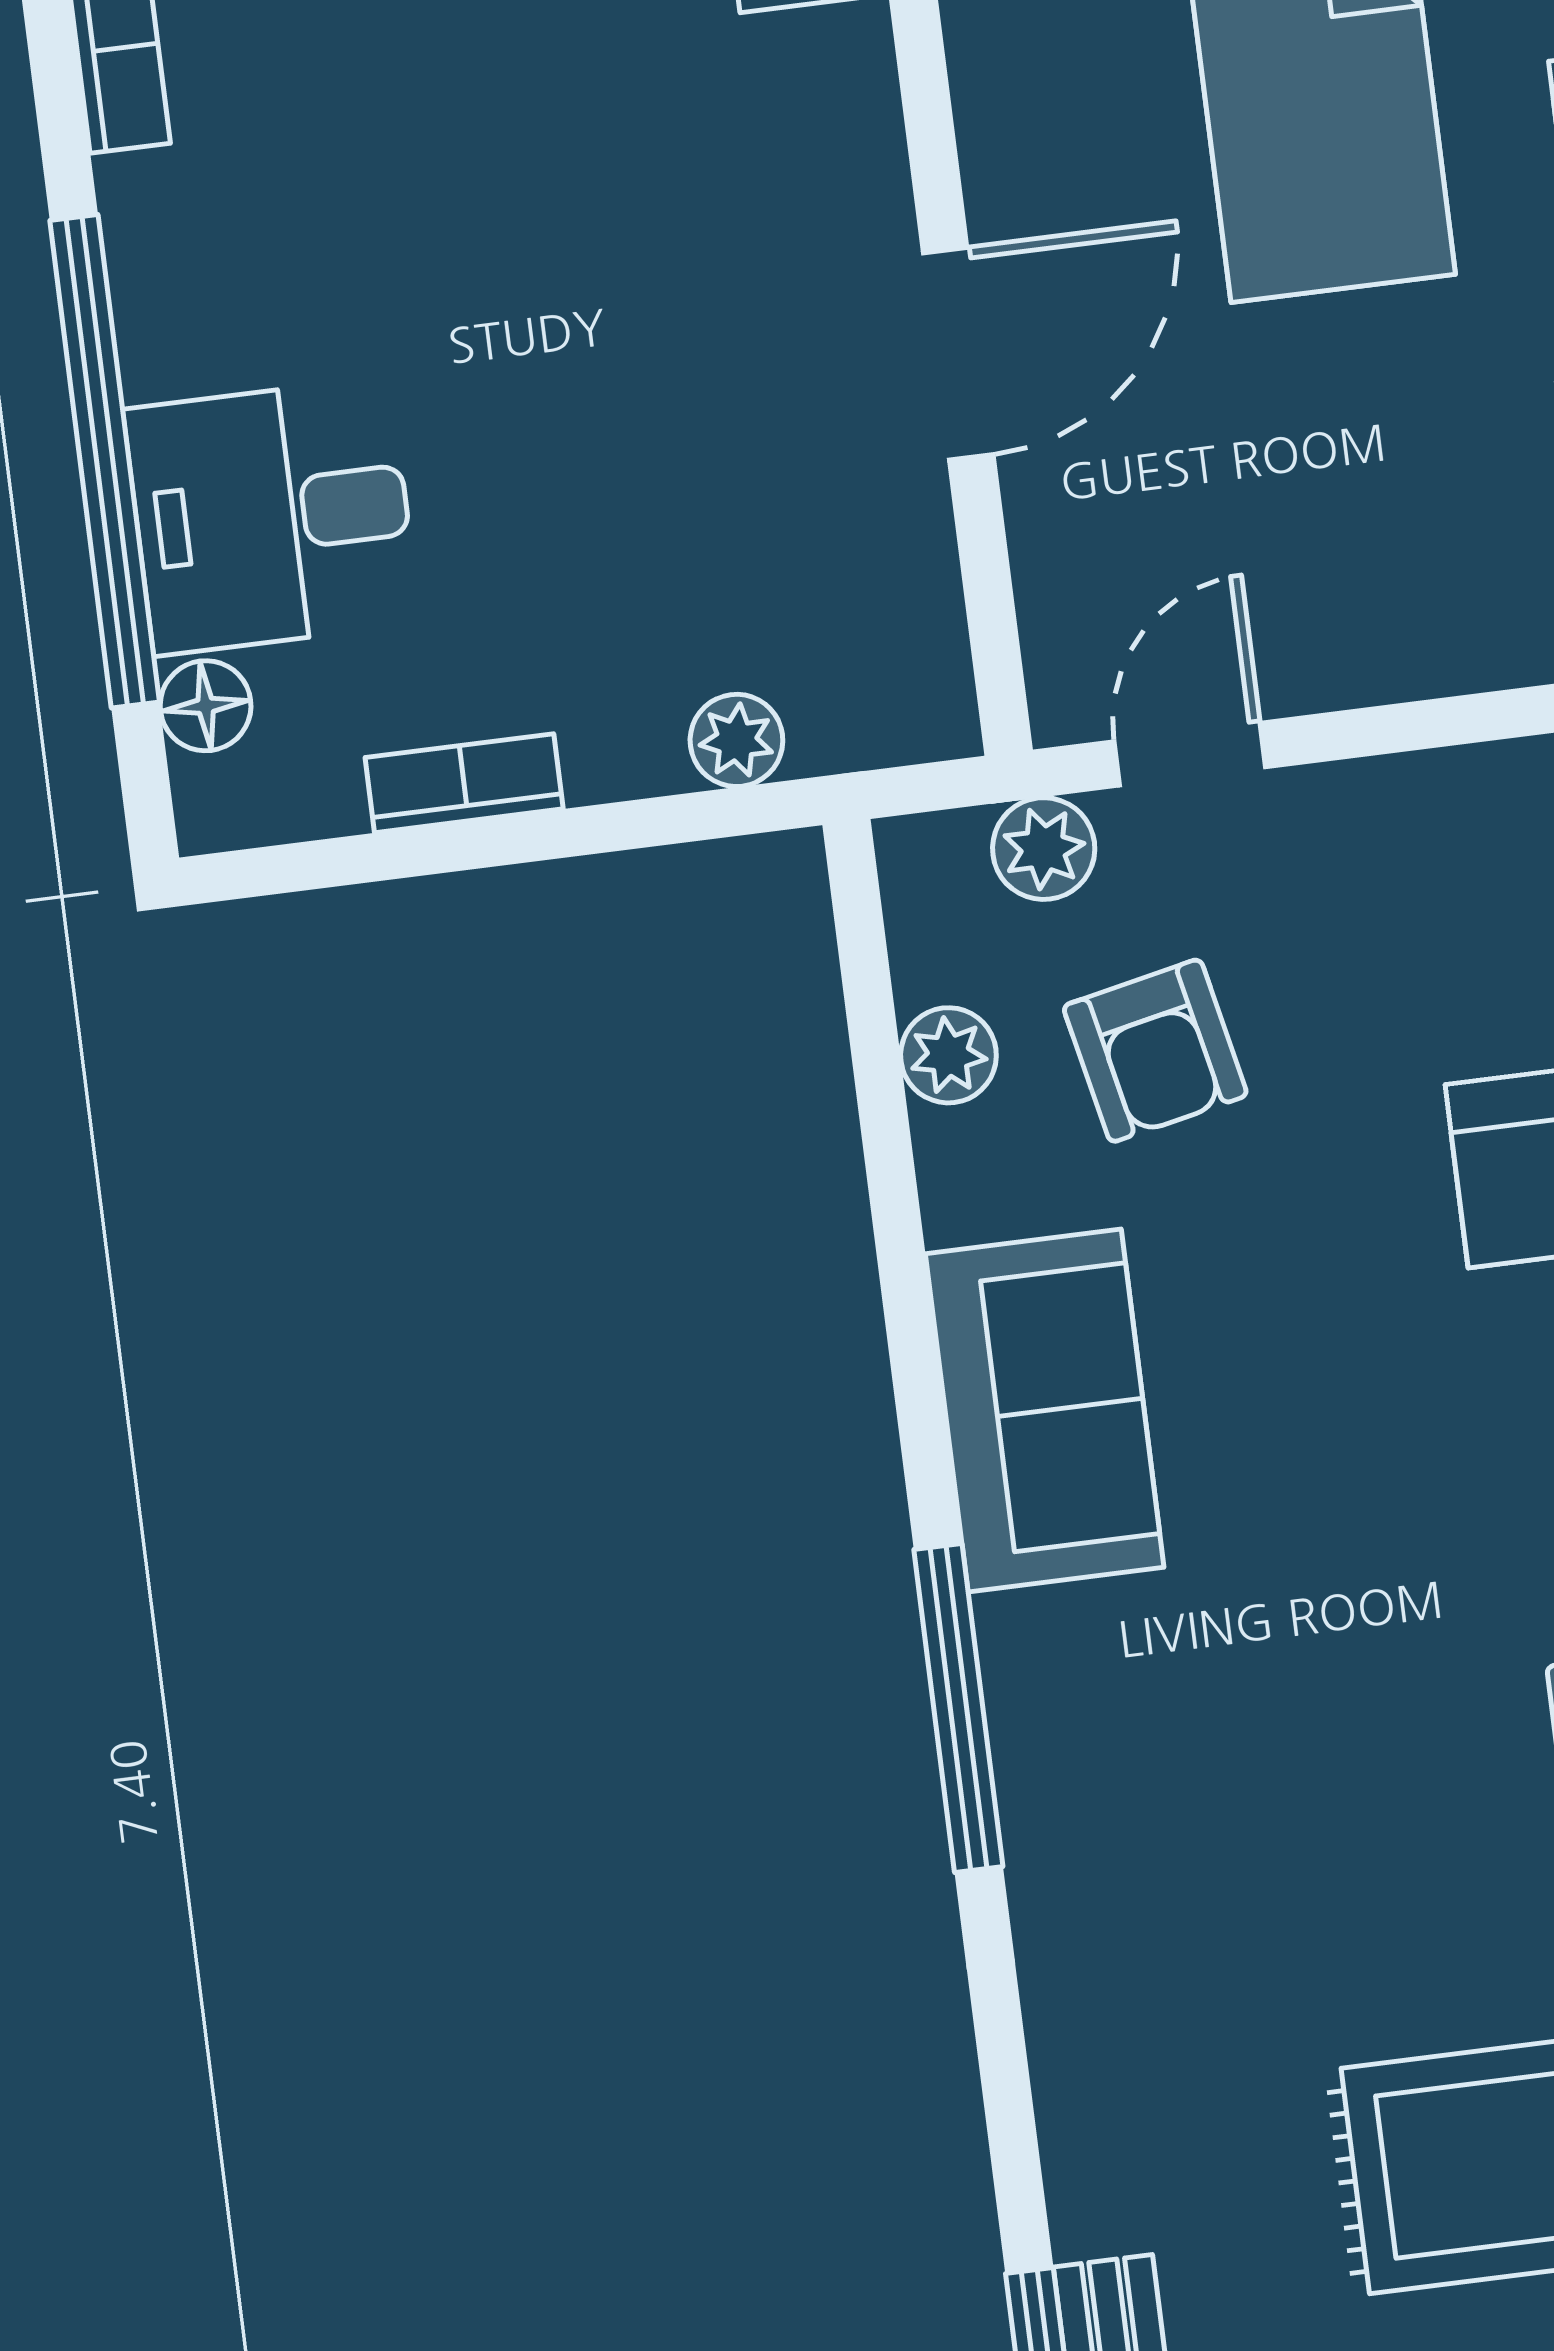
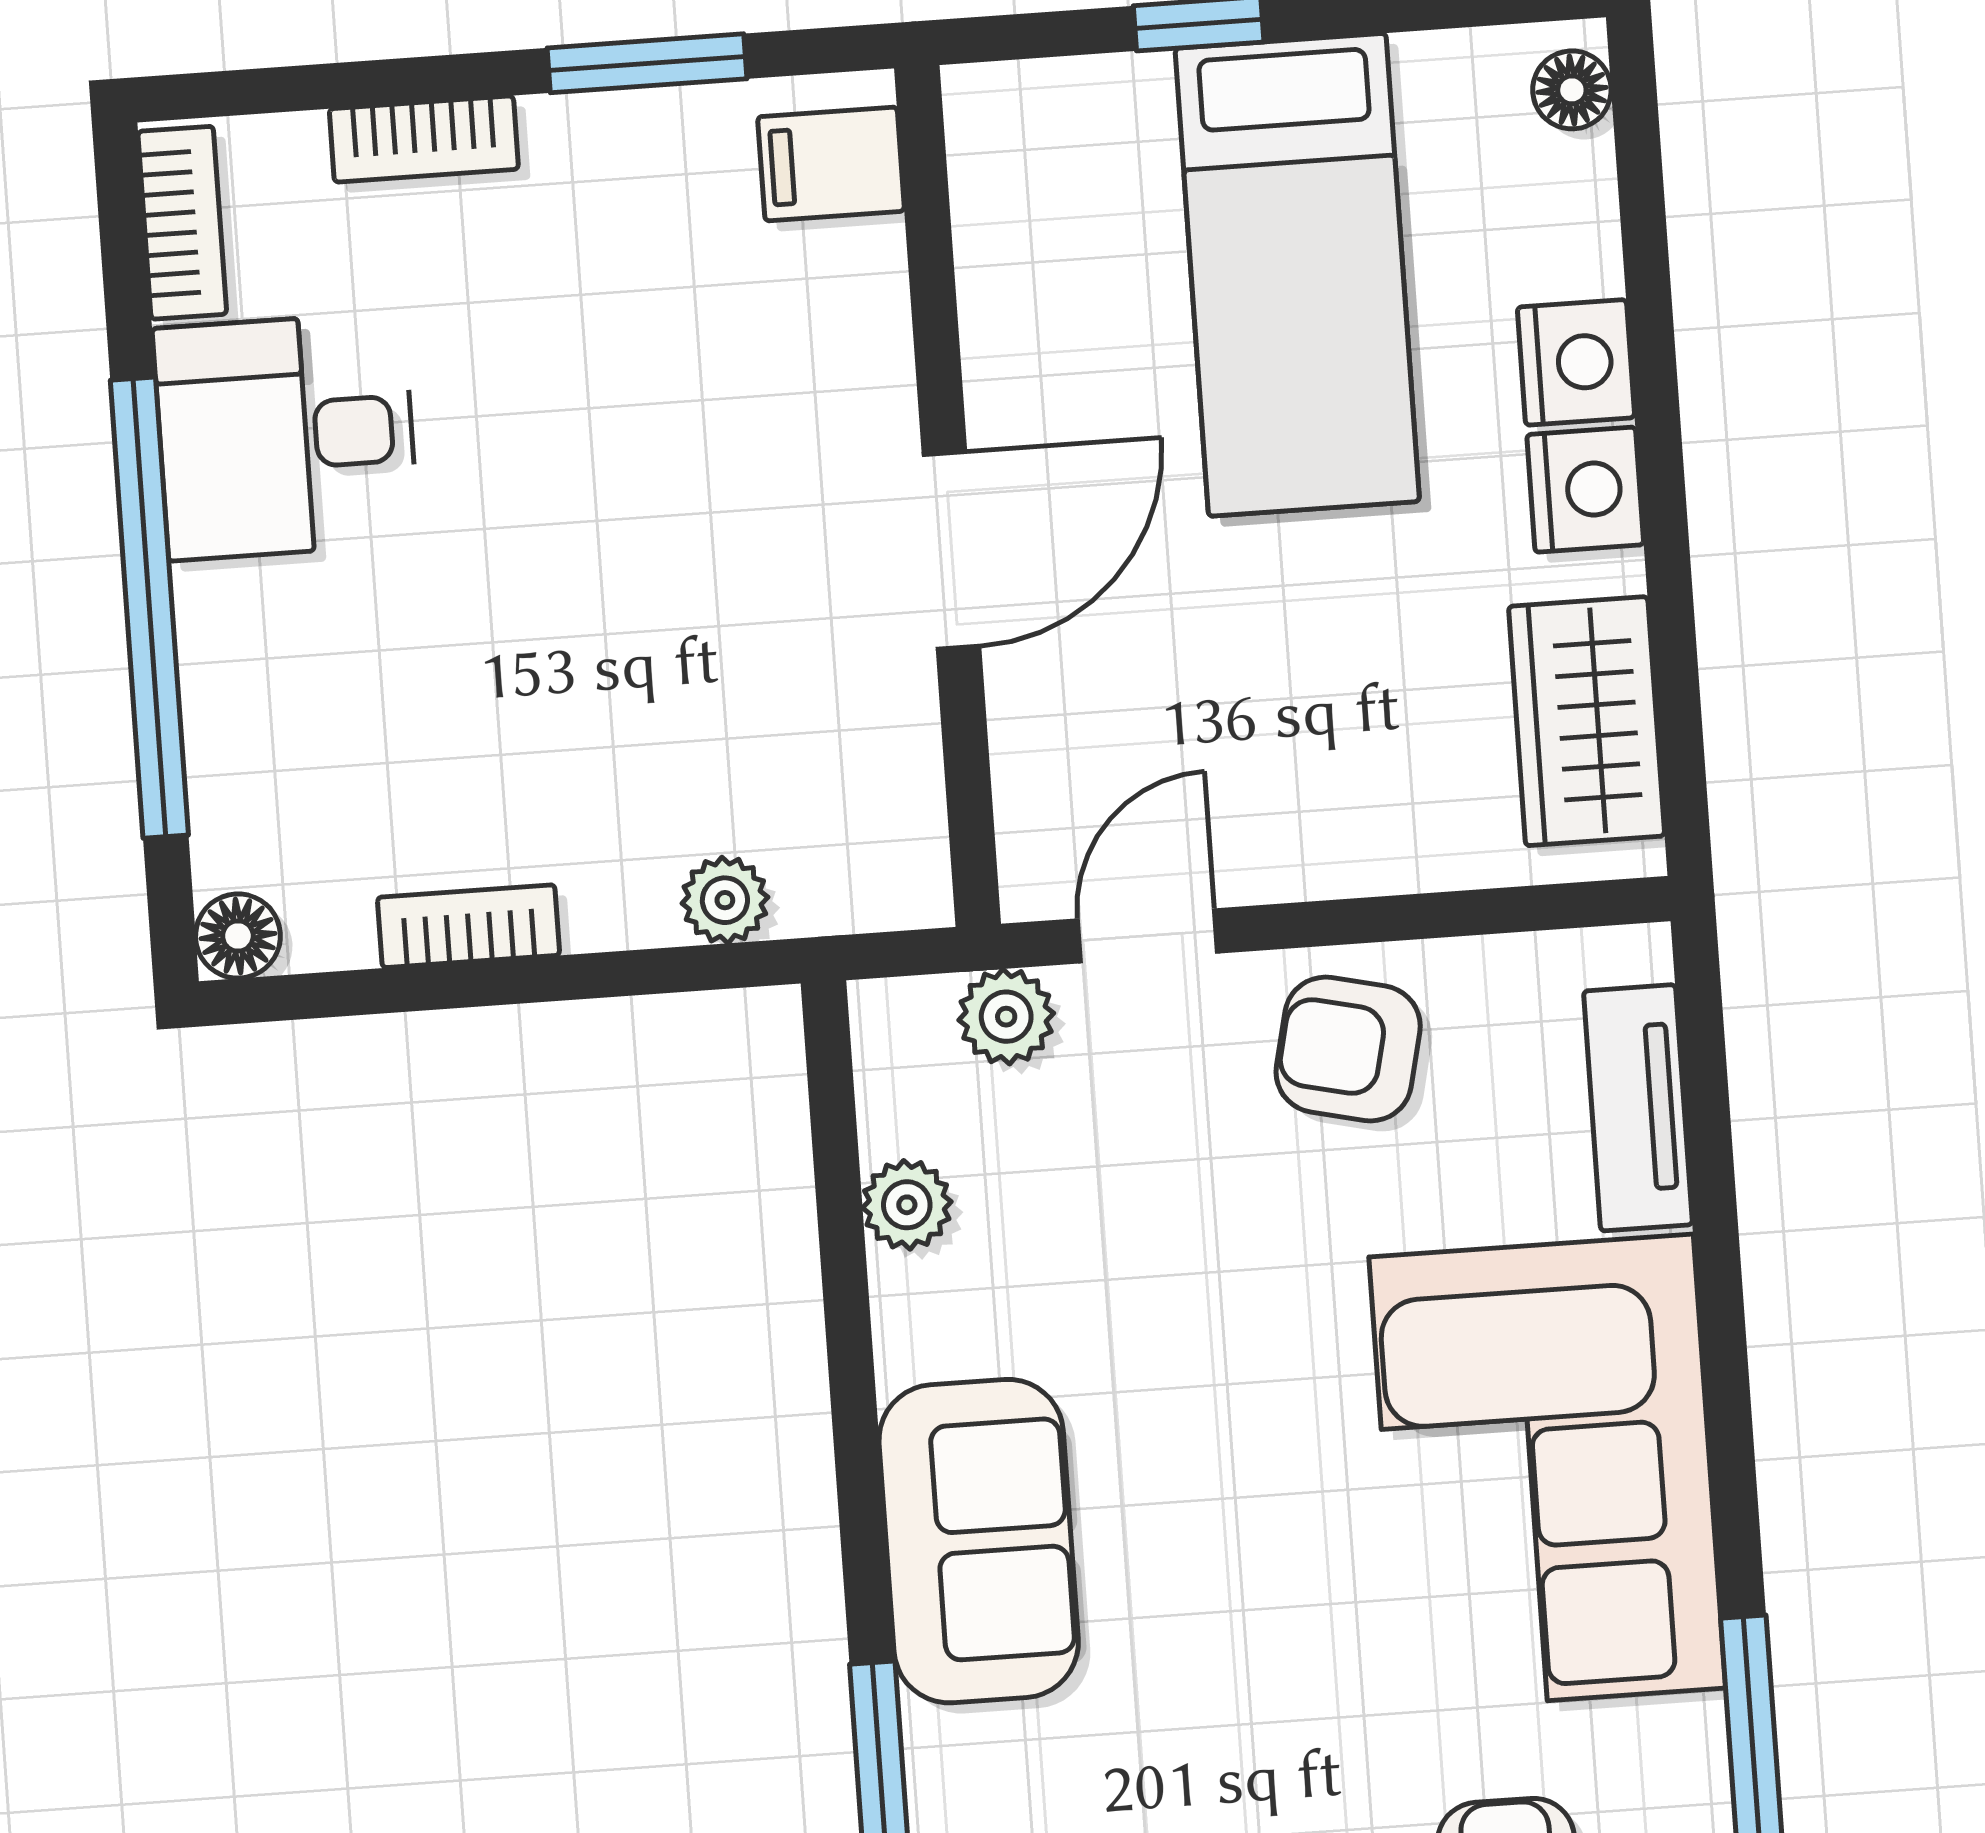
desk: (272, 516) -> (286, 436), moved
floor lamp: (206, 706) -> (238, 936), moved
armchair: (1155, 1051) -> (1348, 1049), moved, turned 115

